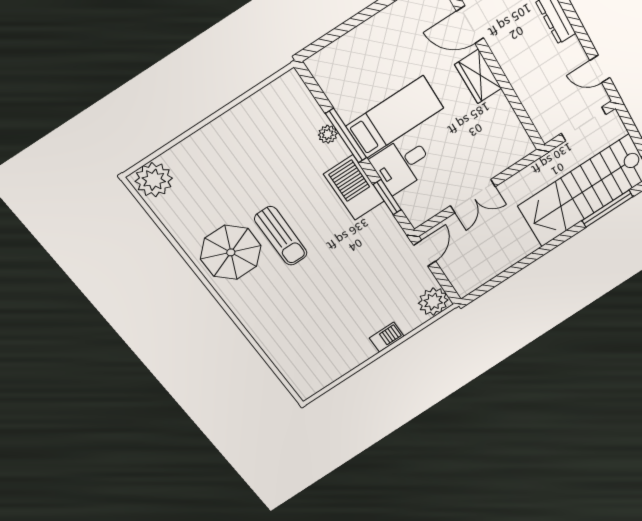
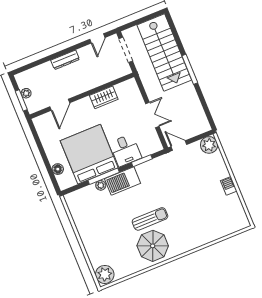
floor lamp: (345, 46) -> (58, 169), added
wardrobe: (478, 76) -> (104, 97), moved
bed: (395, 117) -> (89, 154), width x2.04
barbecue: (354, 188) -> (123, 181), moved
window: (607, 209) -> (190, 69), moved
barbecue: (387, 337) -> (229, 186), moved

